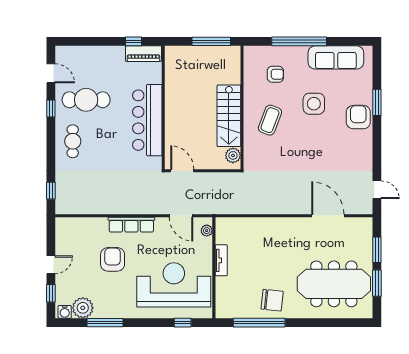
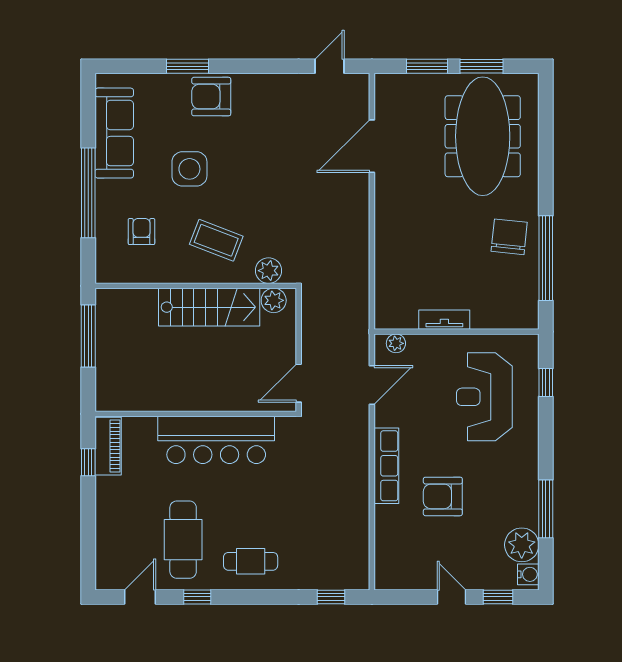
plant: (251, 152) -> (268, 271), added
reception desk: (174, 285) -> (484, 397), width x0.74, depth x0.77

